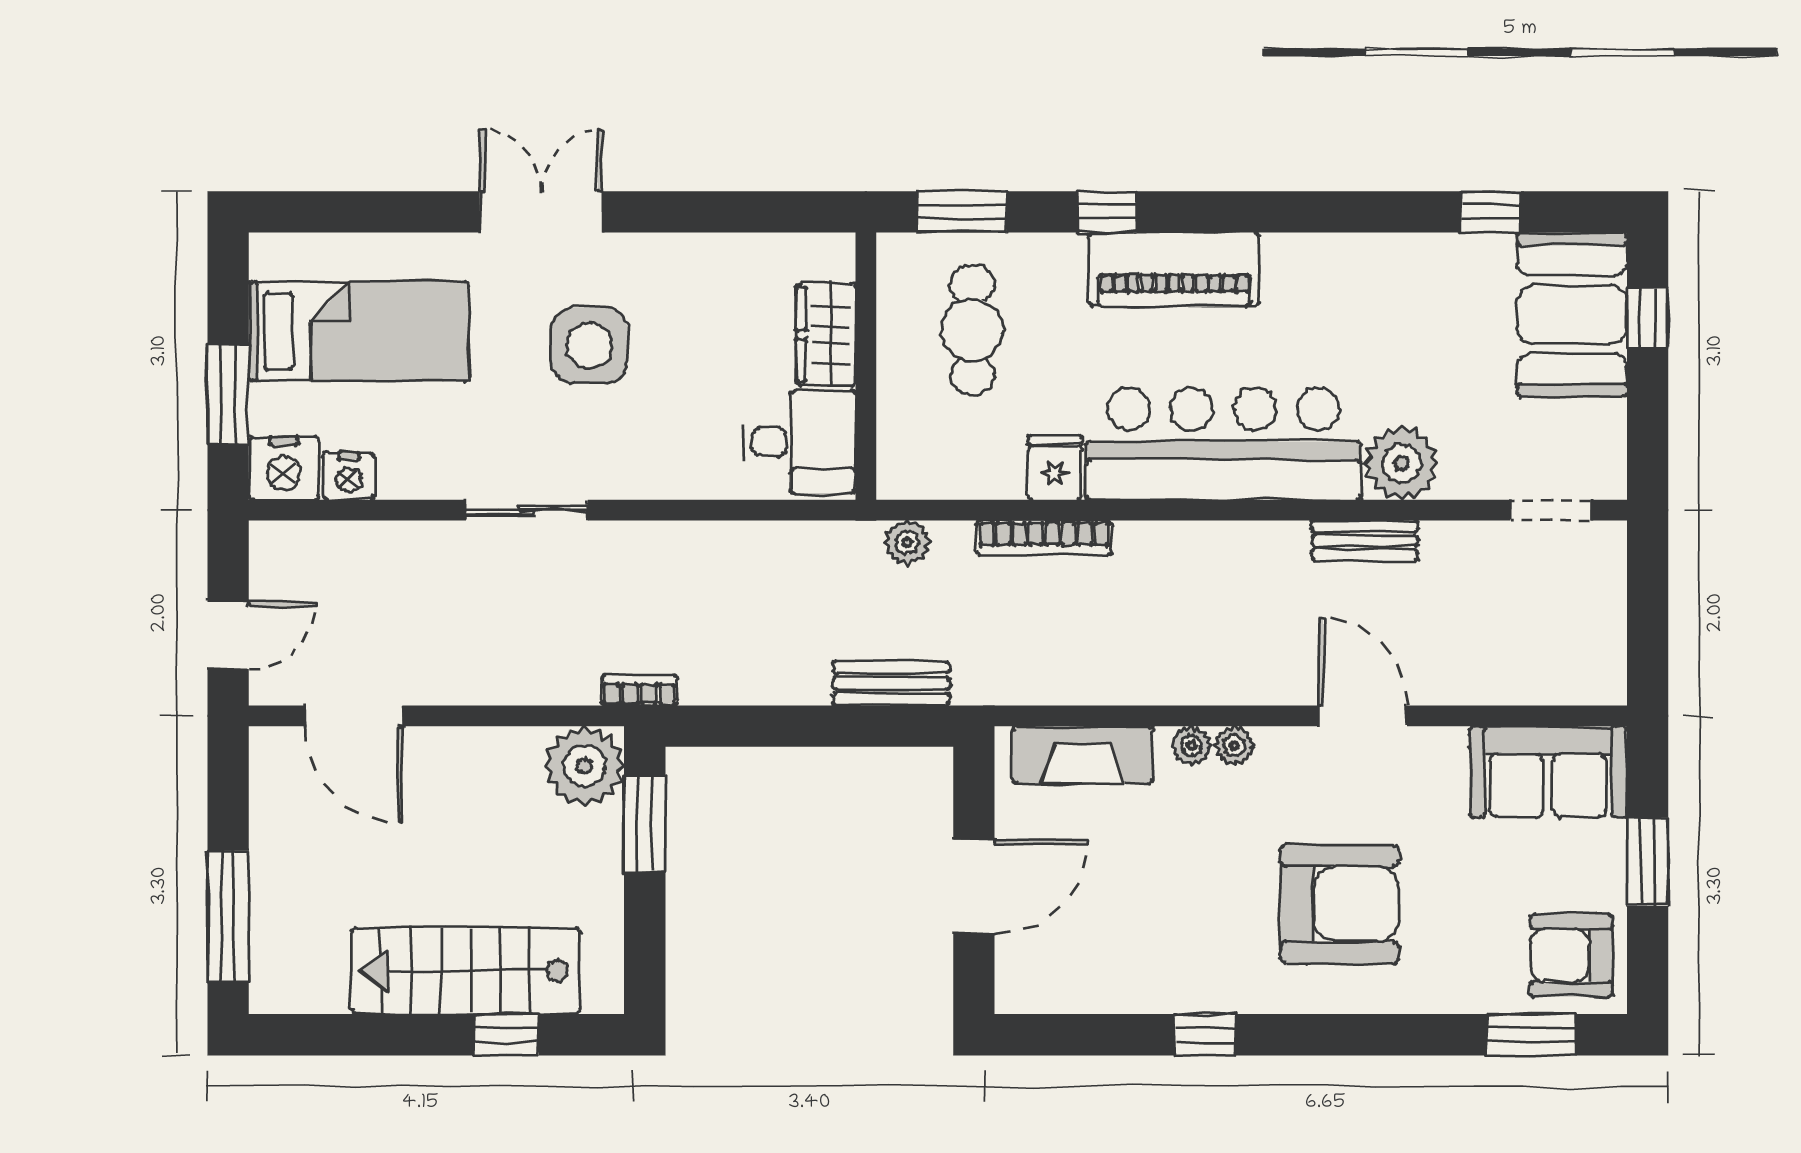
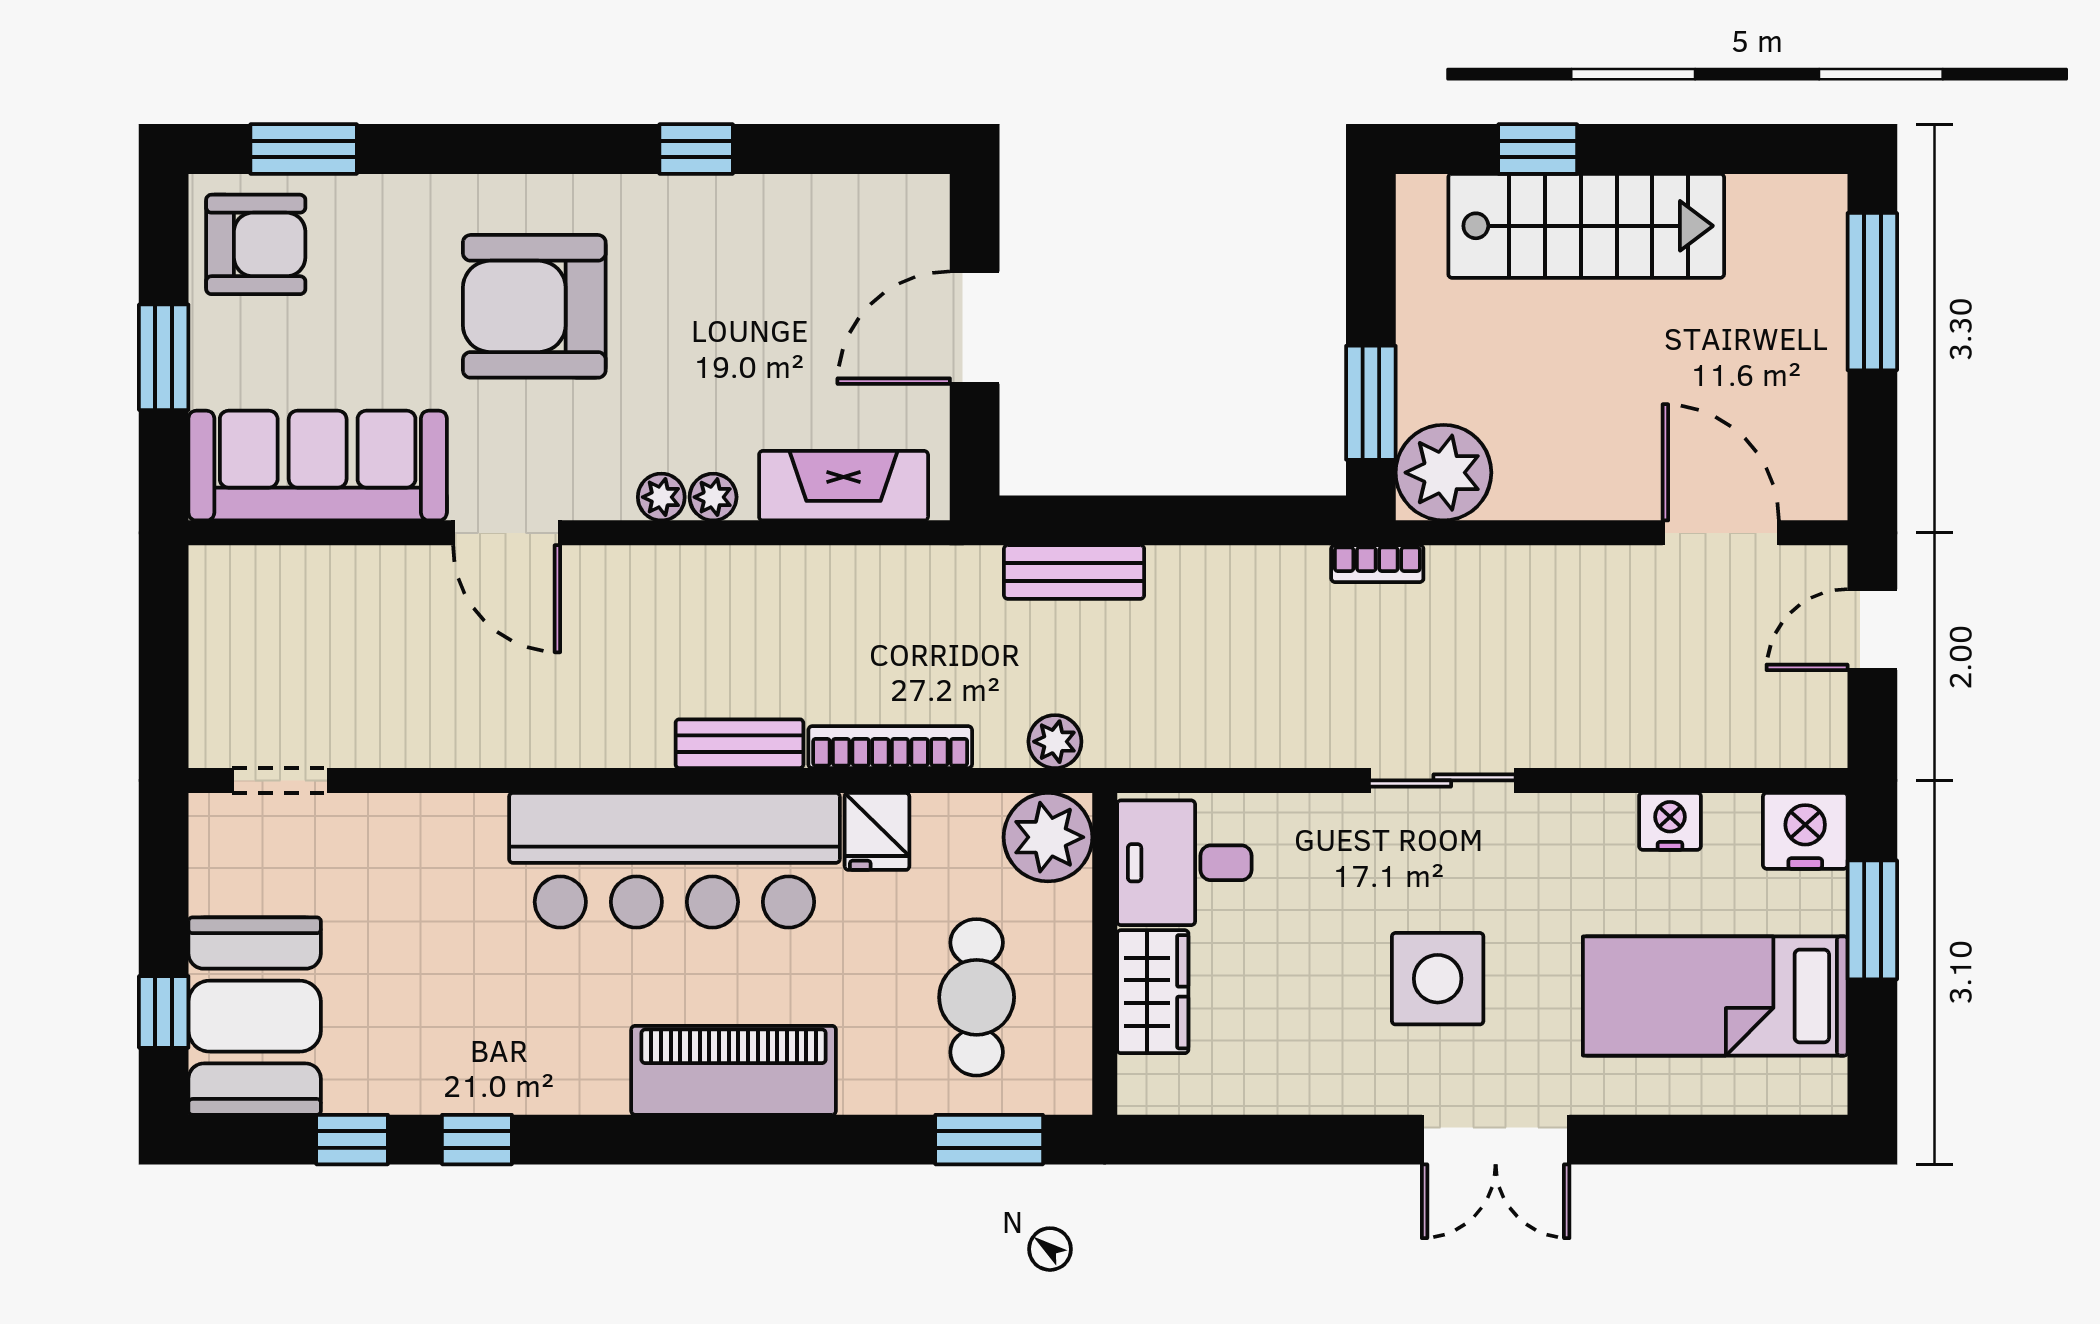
window: (1107, 212) -> (477, 1140), moved
plant: (1402, 463) -> (1048, 837), moved
nightstand: (349, 476) -> (1670, 821), moved
sliding door: (527, 510) -> (1442, 780), moved
bench: (1365, 541) -> (739, 744), moved
sofa: (1548, 772) -> (318, 466), width x1.36

